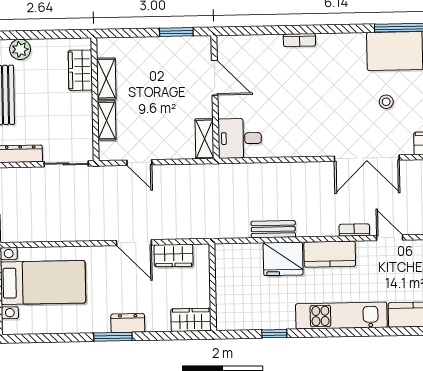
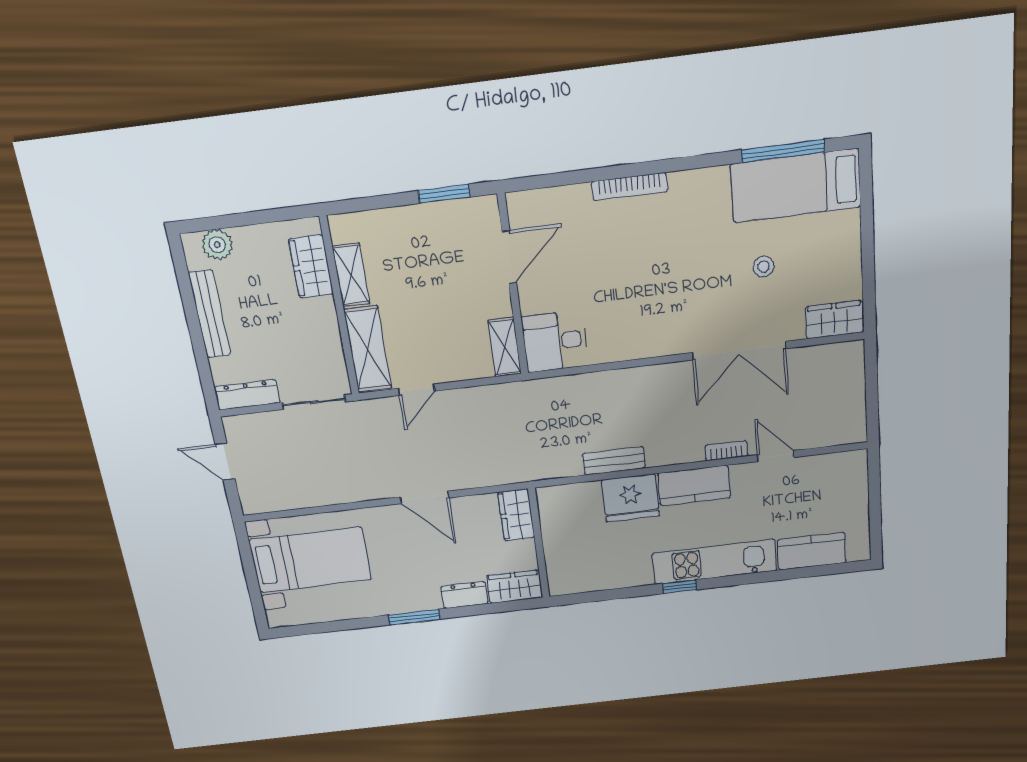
bookcase: (299, 40) -> (629, 187), width x1.56
door: (215, 78) -> (509, 257), hinge flipped
shelving: (107, 120) -> (368, 349), width x1.50, depth x1.33
door: (139, 162) -> (416, 390), hinge flipped
wardrobe: (173, 256) -> (516, 515), moved, turned 90
dresser: (128, 323) -> (464, 595), moved
window: (274, 334) -> (680, 587), moved

